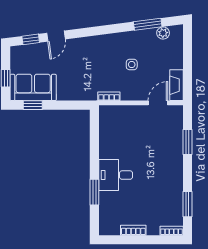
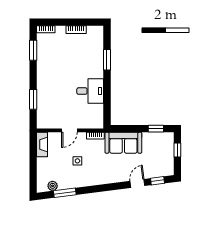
sofa: (33, 87) -> (123, 143), moved
door: (158, 103) -> (69, 130), moved
desk: (116, 175) -> (90, 91), moved

